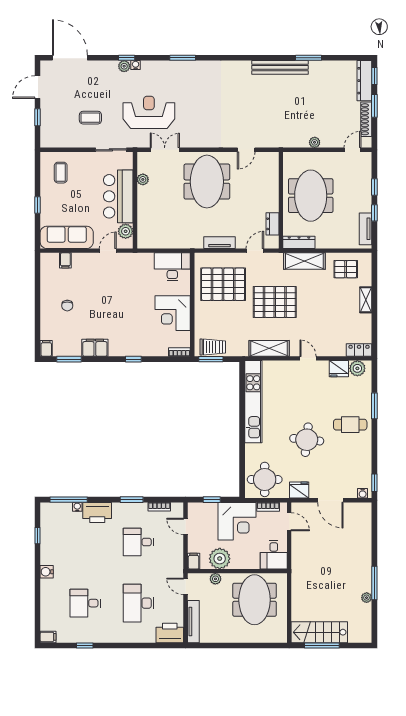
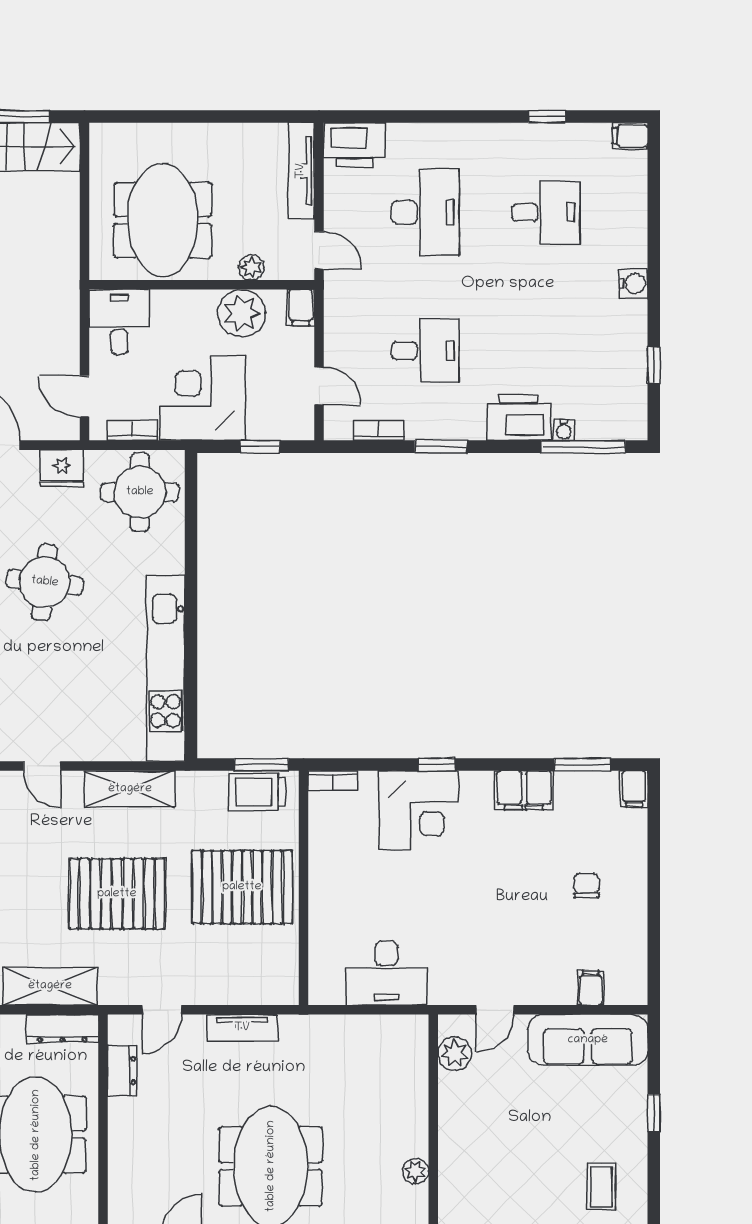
bar counter: (118, 196) -> (471, 1133), removed
desk: (172, 267) -> (387, 973), moved
pallet: (223, 284) -> (242, 887), moved
corner desk: (173, 313) -> (419, 810), moved, turned 90

